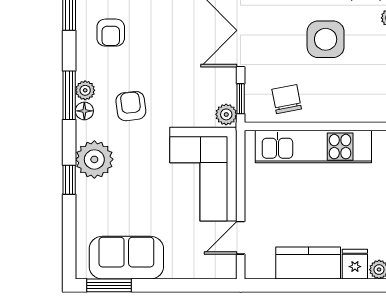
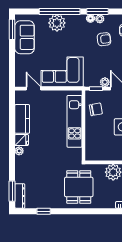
armchair: (131, 106) -> (104, 39), moved
plant: (226, 114) -> (105, 82), moved
plant: (94, 159) -> (57, 23), moved
window: (69, 180) -> (60, 12), width x3.17

